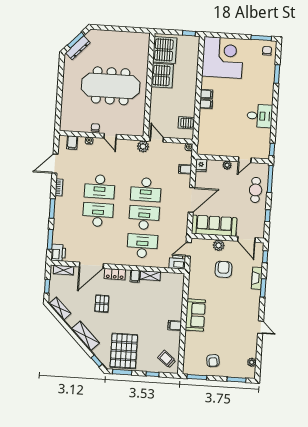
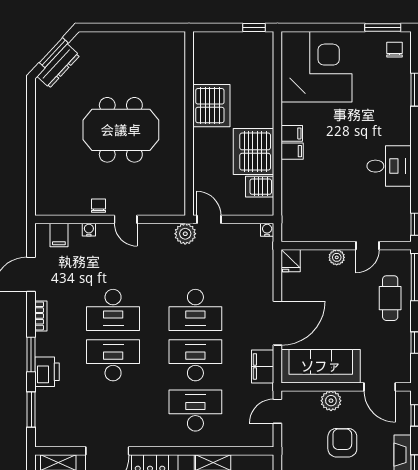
server rack: (165, 50) -> (254, 152), moved, turned 180
meeting table: (111, 86) -> (121, 130), width x0.73
filing cabinet: (185, 169) -> (263, 366), moved, width x2.00
printer: (58, 253) -> (47, 372), moved
printer: (177, 262) -> (260, 435), removed

